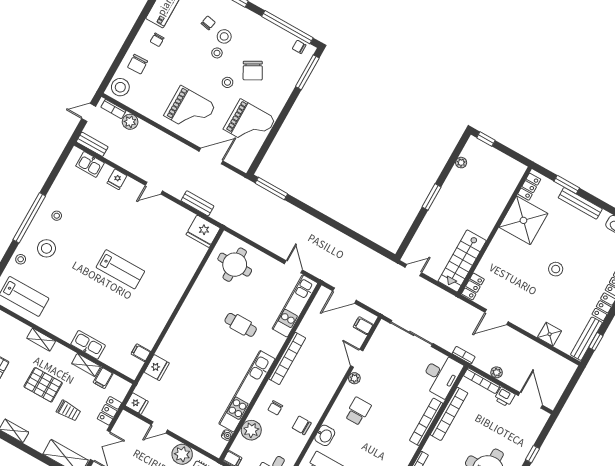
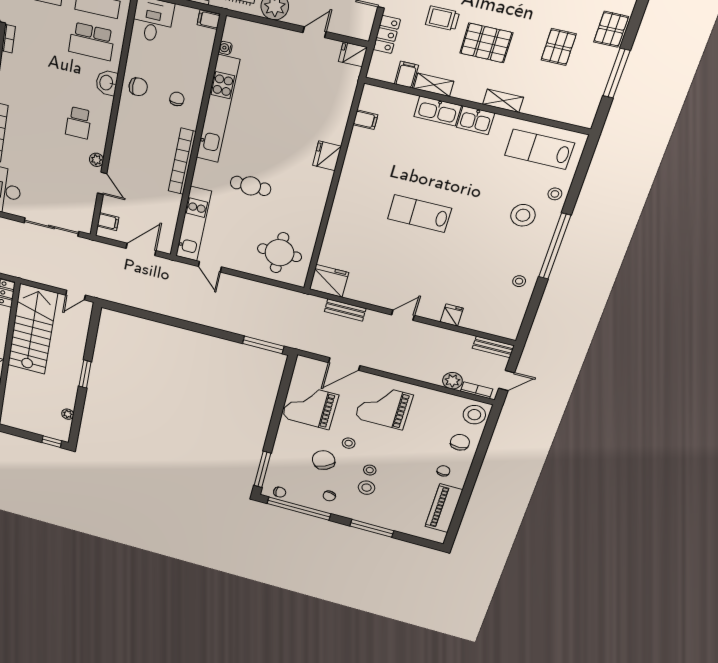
chair: (208, 23) -> (329, 496), moved
kitchen sink: (90, 164) -> (476, 120), moved, turned 180
stool: (57, 216) -> (519, 281), moved
stairs: (462, 261) -> (32, 329), width x1.36, depth x1.51
fridge: (157, 368) -> (327, 156), moved
plant: (251, 430) -> (197, 63), removed

